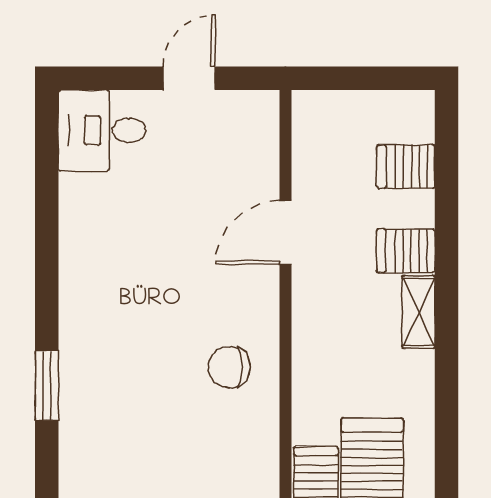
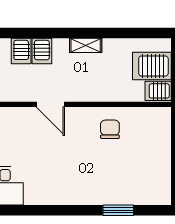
server rack: (406, 251) -> (42, 51), moved
chair: (229, 367) -> (110, 129), turned 180

